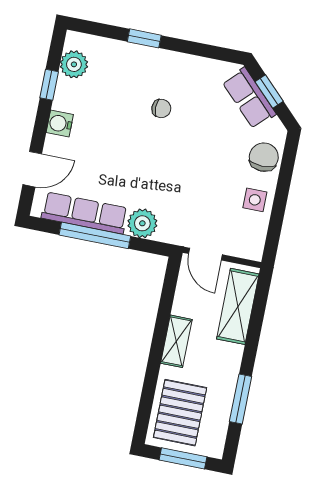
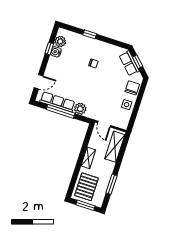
water cooler: (60, 124) -> (56, 52), moved

